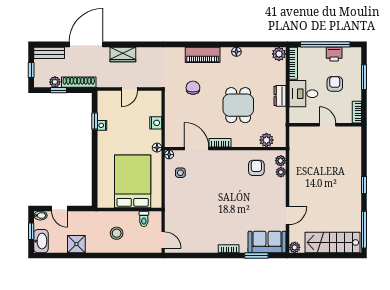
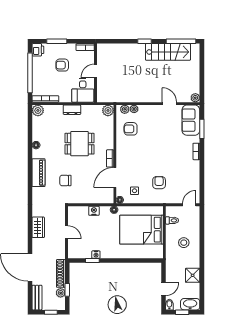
wardrobe: (123, 54) -> (38, 227), moved
printer: (334, 54) -> (38, 50), moved
desk: (303, 94) -> (83, 91), moved
plant: (266, 140) -> (108, 110), moved
armchair: (190, 203) -> (159, 183), added
stairs: (333, 242) -> (168, 52), moved, turned -90

